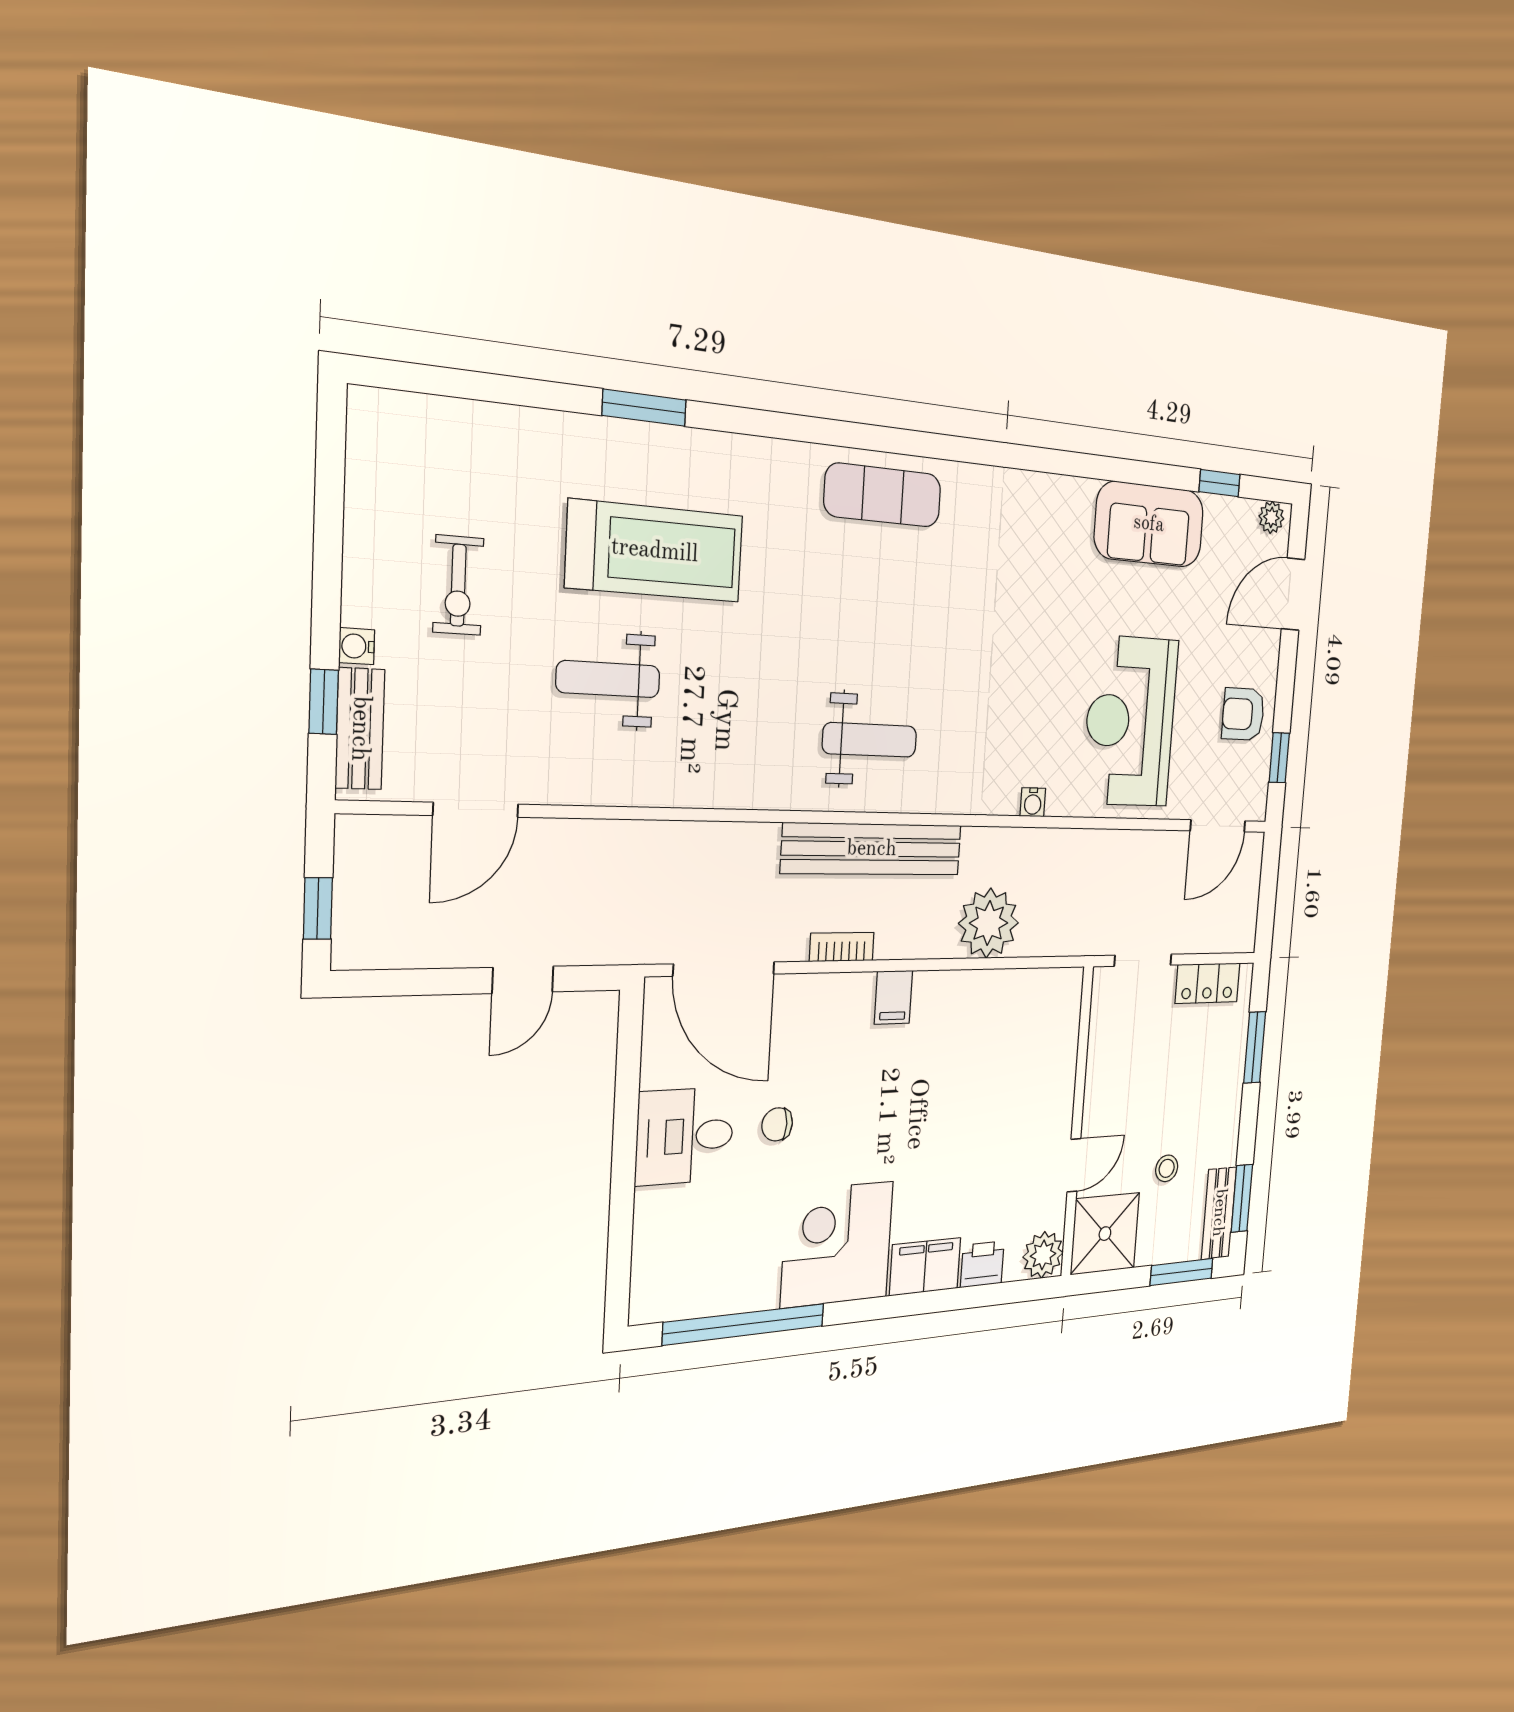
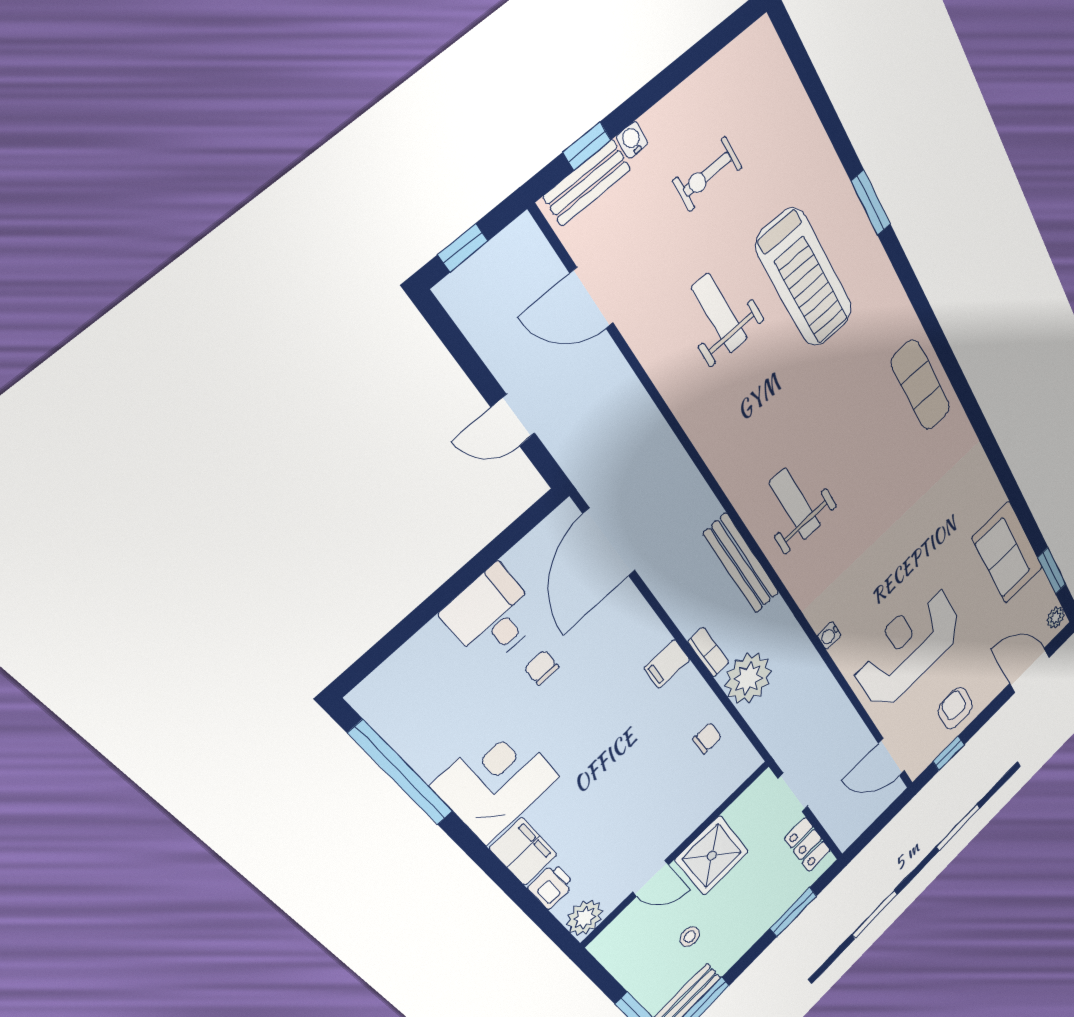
window: (1219, 483) -> (1052, 571), width x1.50
weight bench: (870, 740) -> (795, 504), turned 180
bench: (872, 849) -> (741, 563), width x0.73, depth x0.82
bookcase: (842, 947) -> (708, 652), moved
chair: (1003, 1010) -> (707, 738), added
shower: (1105, 1234) -> (712, 856), moved

